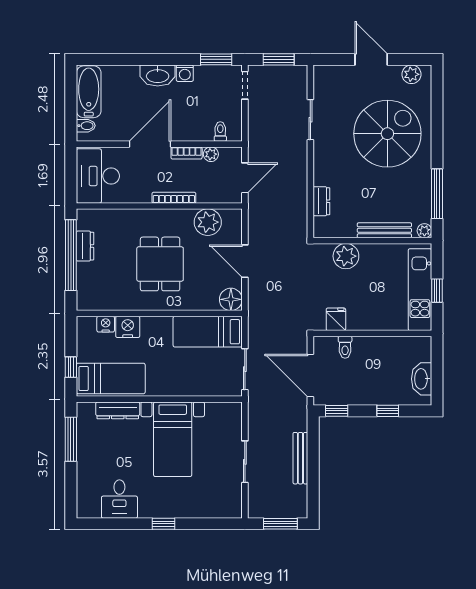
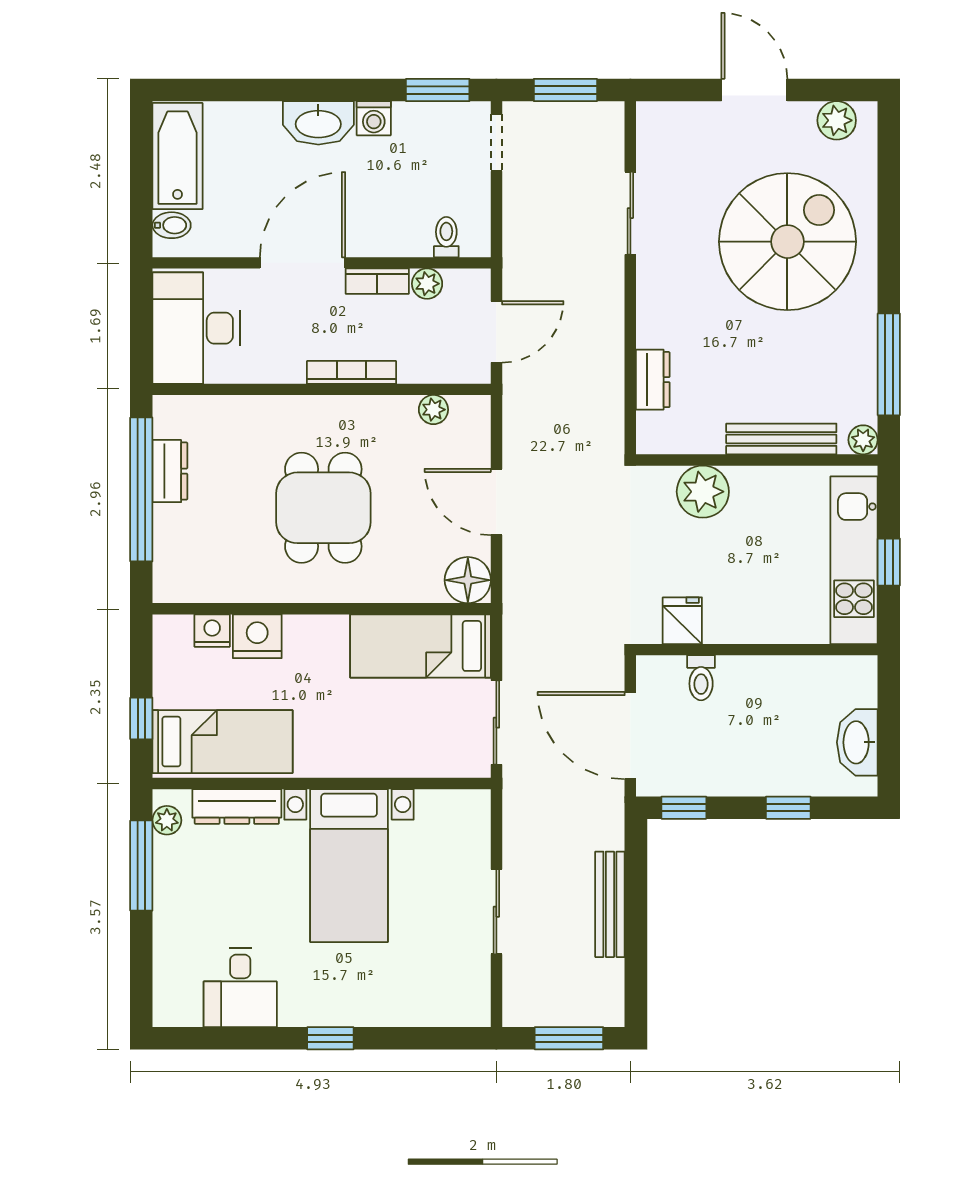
plant: (208, 222) -> (433, 410), width x0.53, depth x0.53
plant: (83, 417) -> (167, 820), added

